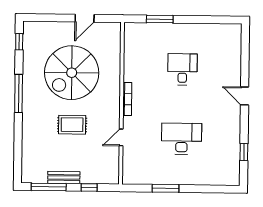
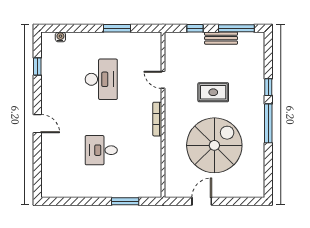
window: (19, 42) -> (268, 87), moved
desk: (182, 69) -> (101, 150), turned 90
door: (121, 137) -> (163, 80), swing flipped
desk: (181, 139) -> (101, 79), turned -90
water cooler: (221, 181) -> (60, 37), added

